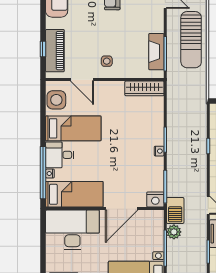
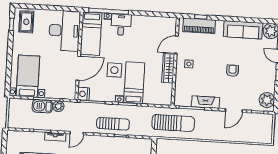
sun lounger: (191, 40) -> (173, 123), moved, turned 180
fireplace: (156, 52) -> (206, 102), moved
wardrobe: (144, 88) -> (168, 68), moved
side table: (56, 100) -> (114, 70), moved
bed: (73, 128) -> (134, 83), moved, turned 180
sun lounger: (193, 158) -> (113, 124), added
door: (122, 209) -> (78, 68), swing flipped
barbecue: (175, 210) -> (42, 106), moved

